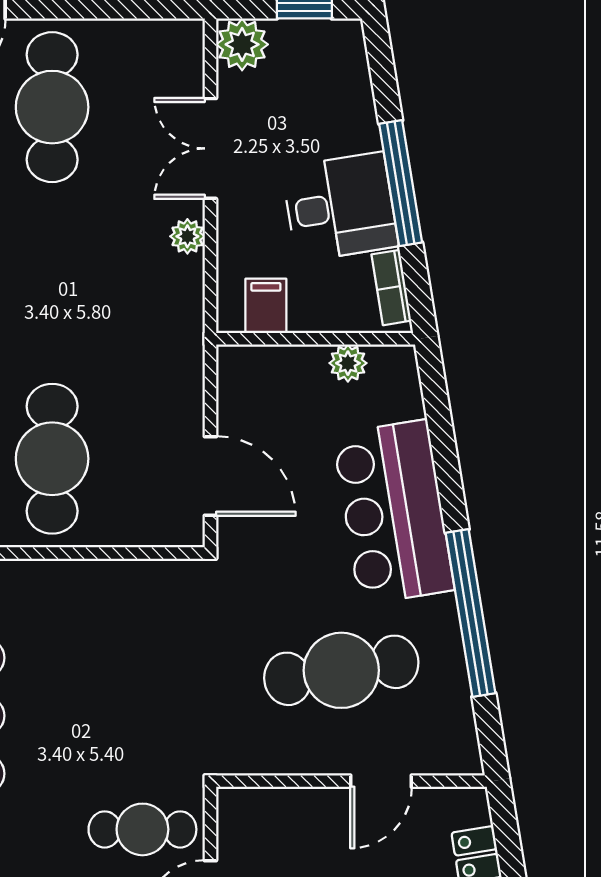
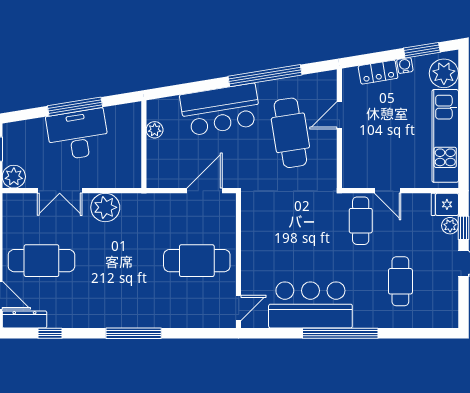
desk: (340, 207) -> (78, 135), width x1.37
plant: (187, 236) -> (105, 207), width x1.87, depth x1.87
bookcase: (391, 288) -> (121, 111), removed
filing cabinet: (266, 306) -> (129, 166), removed
door: (381, 781) -> (339, 115), swing flipped

